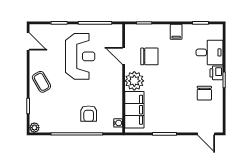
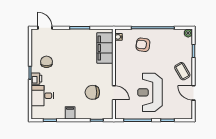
door: (28, 41) -> (193, 93), moved
plant: (134, 81) -> (105, 72), removed
armchair: (89, 114) -> (143, 45), turned -82

